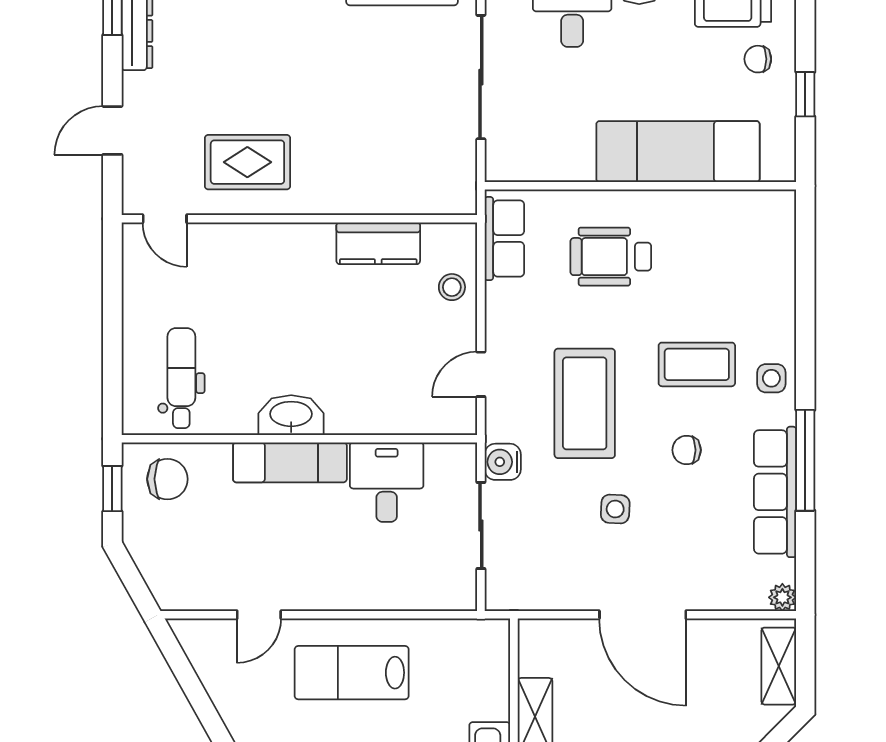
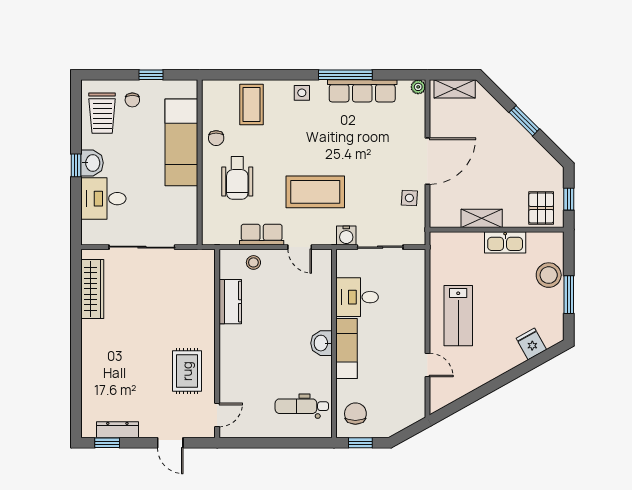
row of seats: (504, 239) -> (262, 235), moved
coffee table: (697, 364) -> (252, 104), moved
washbasin: (291, 415) -> (321, 343), width x0.72
chair: (687, 450) -> (216, 138), moved
side table: (615, 509) -> (409, 198), moved

